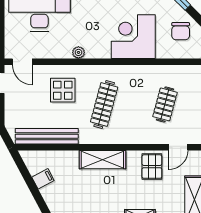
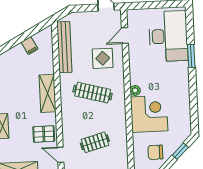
plant: (78, 52) -> (135, 90), moved
door: (22, 62) -> (125, 36), moved
clothes rail: (165, 104) -> (95, 142), turned -30

